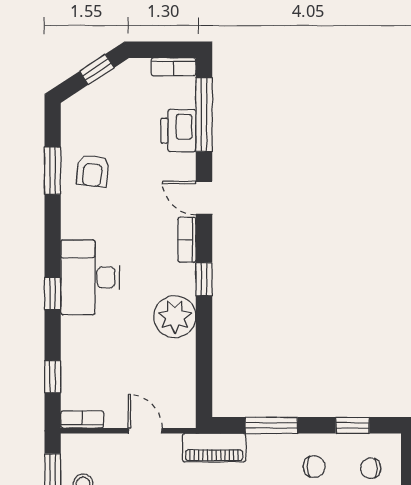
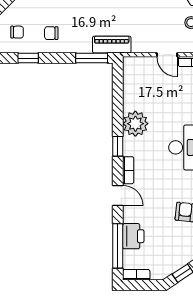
window: (271, 425) -> (92, 58), moved
door: (145, 431) -> (167, 55), moved

